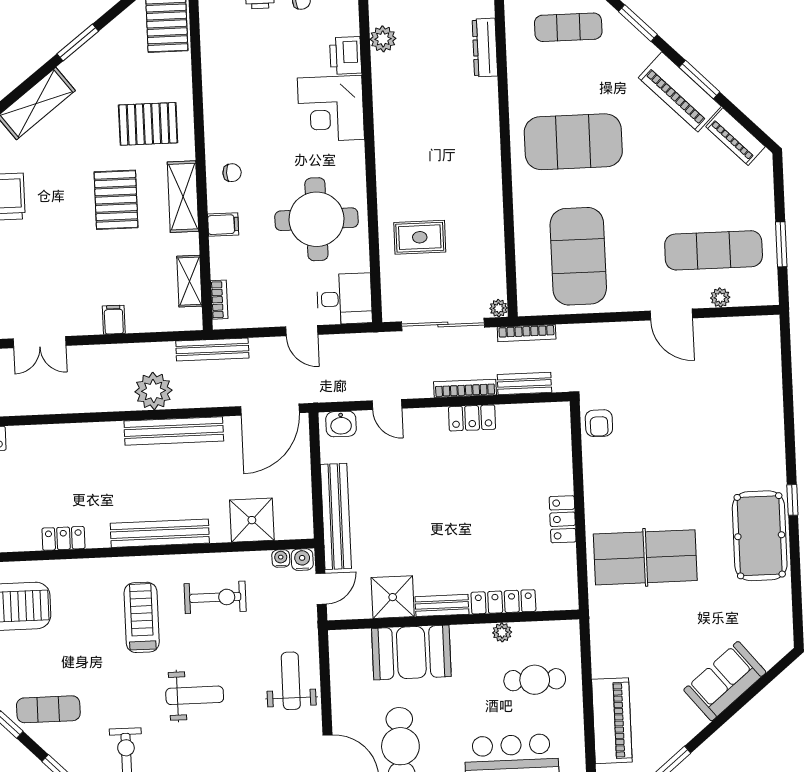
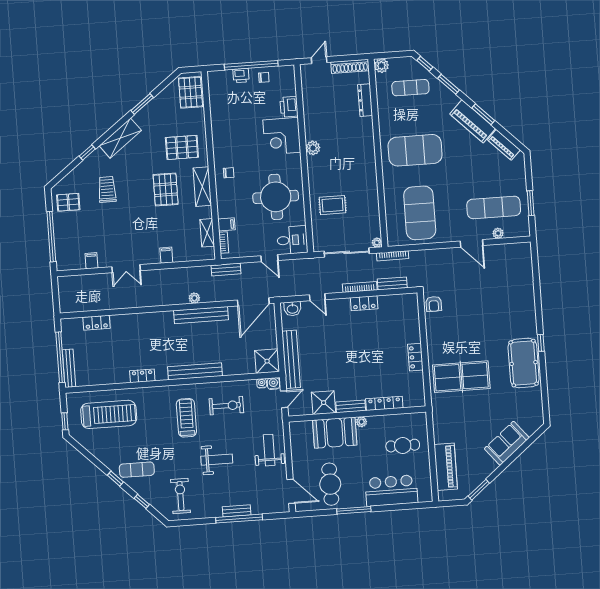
plant: (383, 39) -> (313, 148), moved
filing cabinet: (223, 225) -> (226, 224), moved
bench: (212, 350) -> (226, 270), width x0.73
plant: (153, 391) -> (194, 298), width x0.53, depth x0.53
shower: (252, 520) -> (267, 361), moved
plant: (502, 632) -> (362, 422), moved

